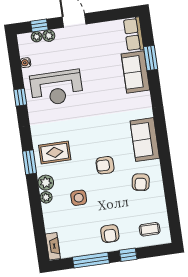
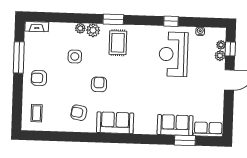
window: (128, 255) -> (18, 91), removed

